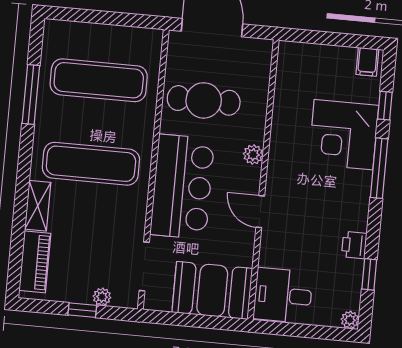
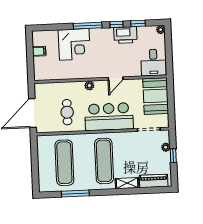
filing cabinet: (367, 62) -> (39, 51), moved
cafe table: (204, 100) -> (67, 112), width x0.73, depth x0.74
window: (385, 106) -> (116, 24), moved
printer: (354, 245) -> (125, 35), width x1.87, depth x1.48

